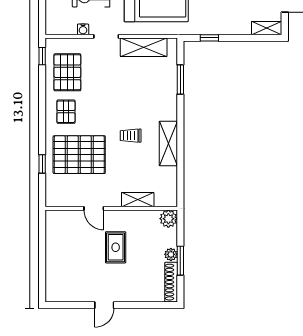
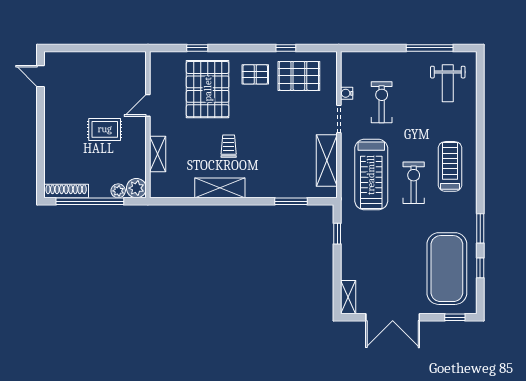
window: (42, 56) -> (286, 48), moved
plant: (171, 254) -> (118, 191), moved
window: (180, 261) -> (90, 201), width x2.11
door: (104, 305) -> (41, 76), moved

